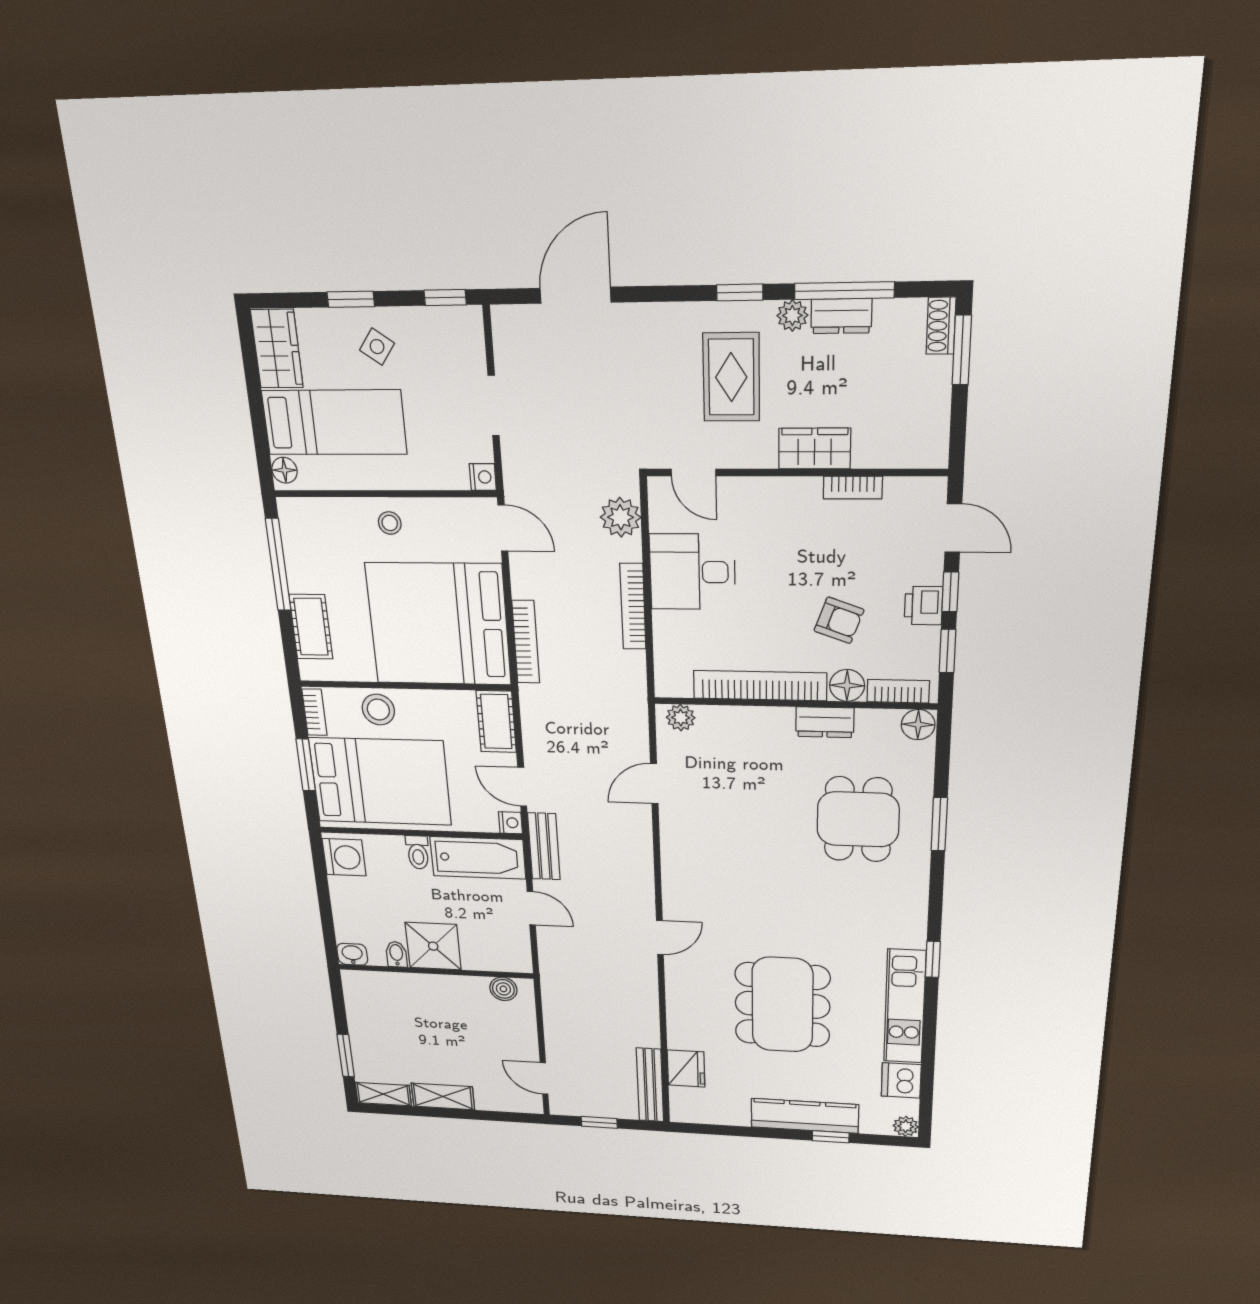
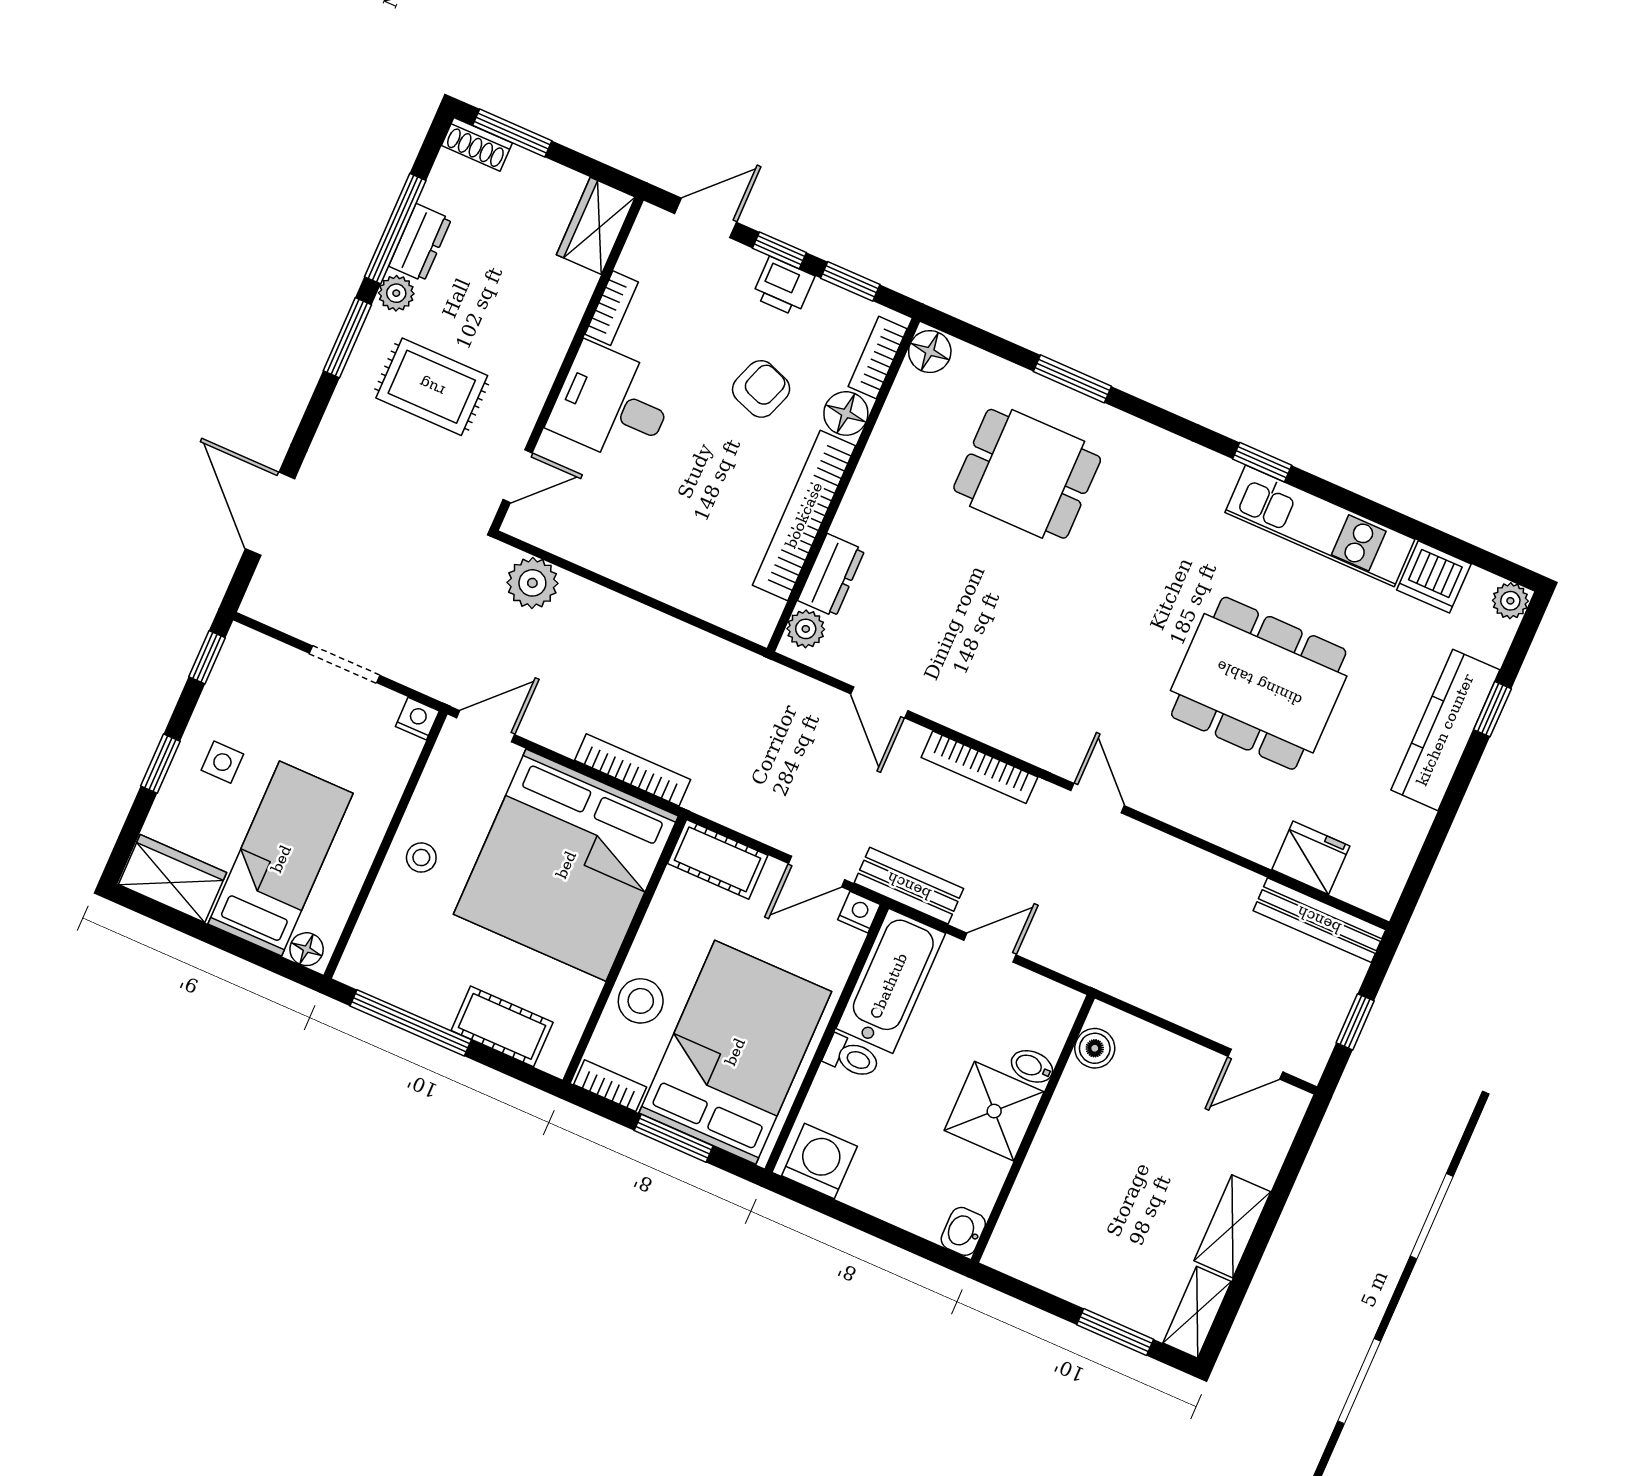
window: (740, 292) -> (347, 338), width x1.50
side table: (377, 347) -> (222, 762), turned -35
wardrobe: (815, 449) -> (596, 226), moved
desk: (692, 572) -> (612, 404), moved, turned 90
bookcase: (633, 606) -> (979, 767), moved
dresser: (825, 722) -> (831, 575), moved
bidet: (396, 954) -> (1032, 1066), moved

